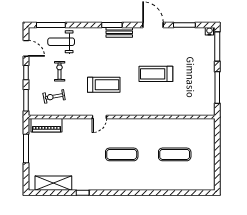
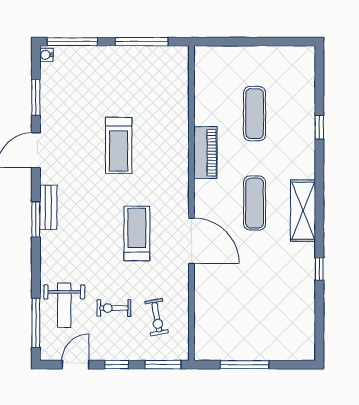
door: (99, 117) -> (191, 241), width x1.88
piano: (46, 125) -> (205, 153), moved
shelving: (53, 183) -> (303, 211), moved
window: (167, 193) -> (319, 127), added

